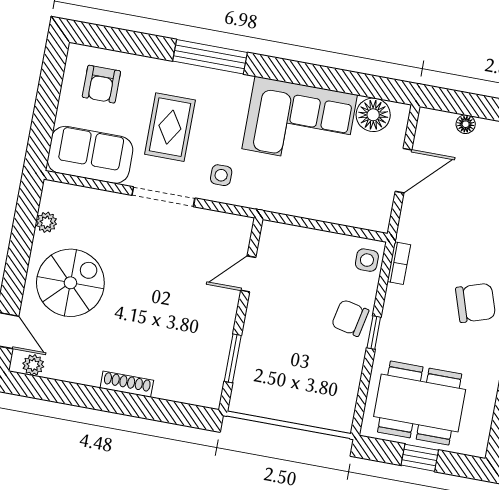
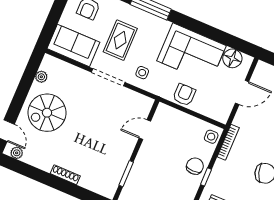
armchair: (303, 197) -> (184, 95), added
bookcase: (399, 263) -> (228, 142), width x1.56
spiral stairs: (70, 283) -> (47, 113), turned 180
chair: (350, 318) -> (195, 166), turned 78

